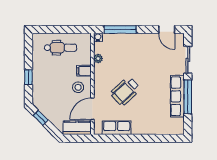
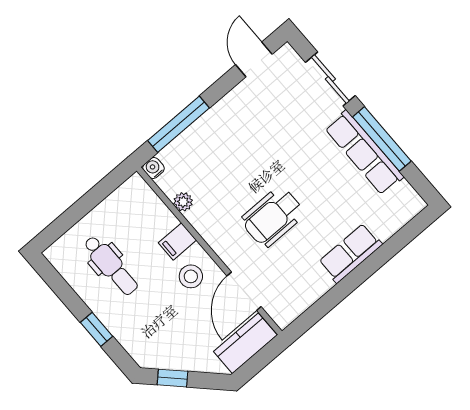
door: (167, 30) -> (254, 59), swing flipped
dental chair: (60, 48) -> (111, 265), moved, turned 90
wheelchair: (125, 91) -> (273, 217), turned 43
row of seats: (117, 128) -> (350, 253), moved

